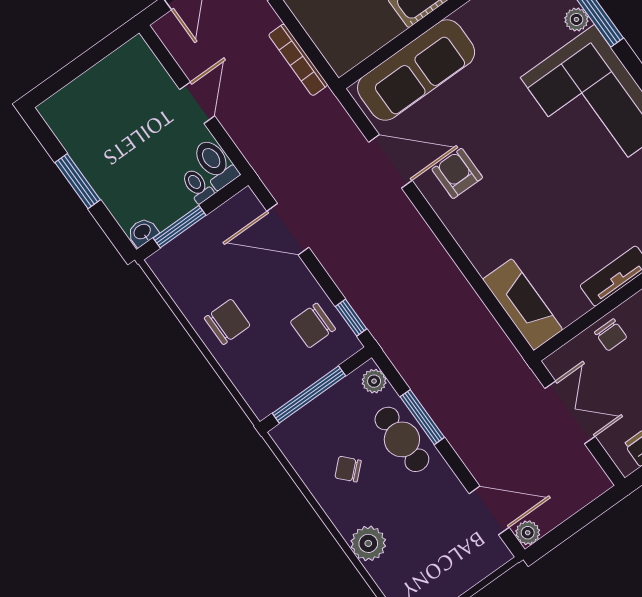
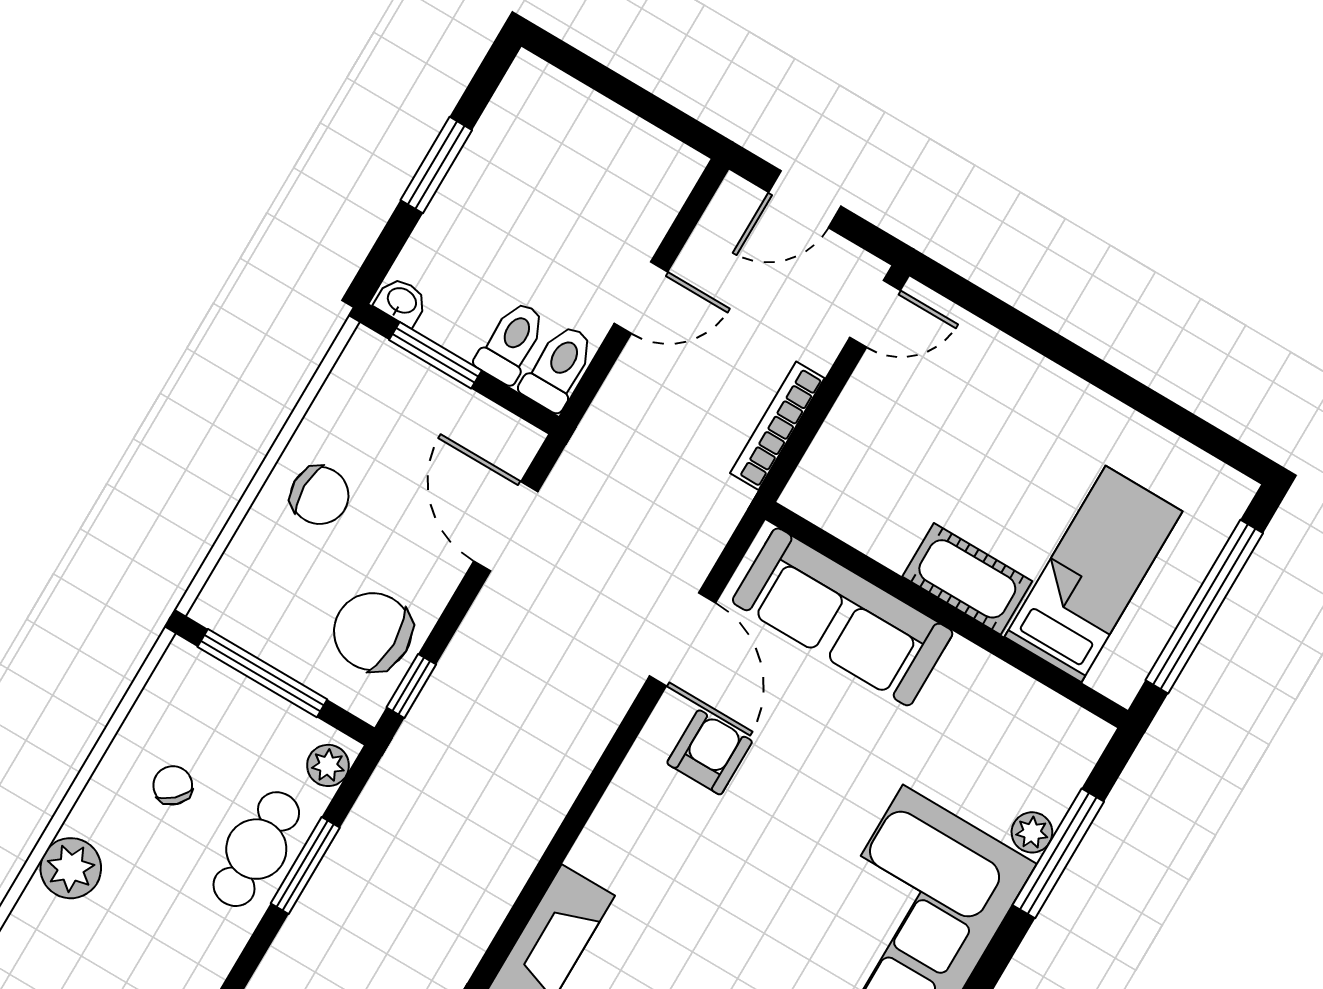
toilet: (197, 186) -> (511, 342), width x1.37, depth x1.39
chair: (313, 325) -> (373, 632), width x1.37, depth x1.37

